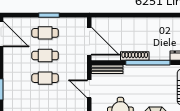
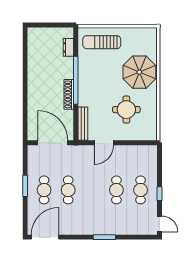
door: (89, 41) -> (53, 143), hinge flipped
cafe table: (45, 78) -> (116, 190), moved

